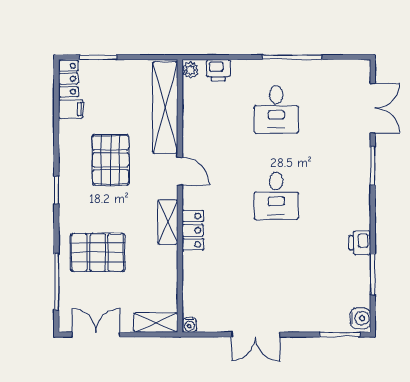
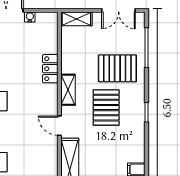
pallet: (111, 160) -> (106, 108), moved
locker: (193, 230) -> (50, 69), moved
water cooler: (189, 325) -> (30, 17), moved

